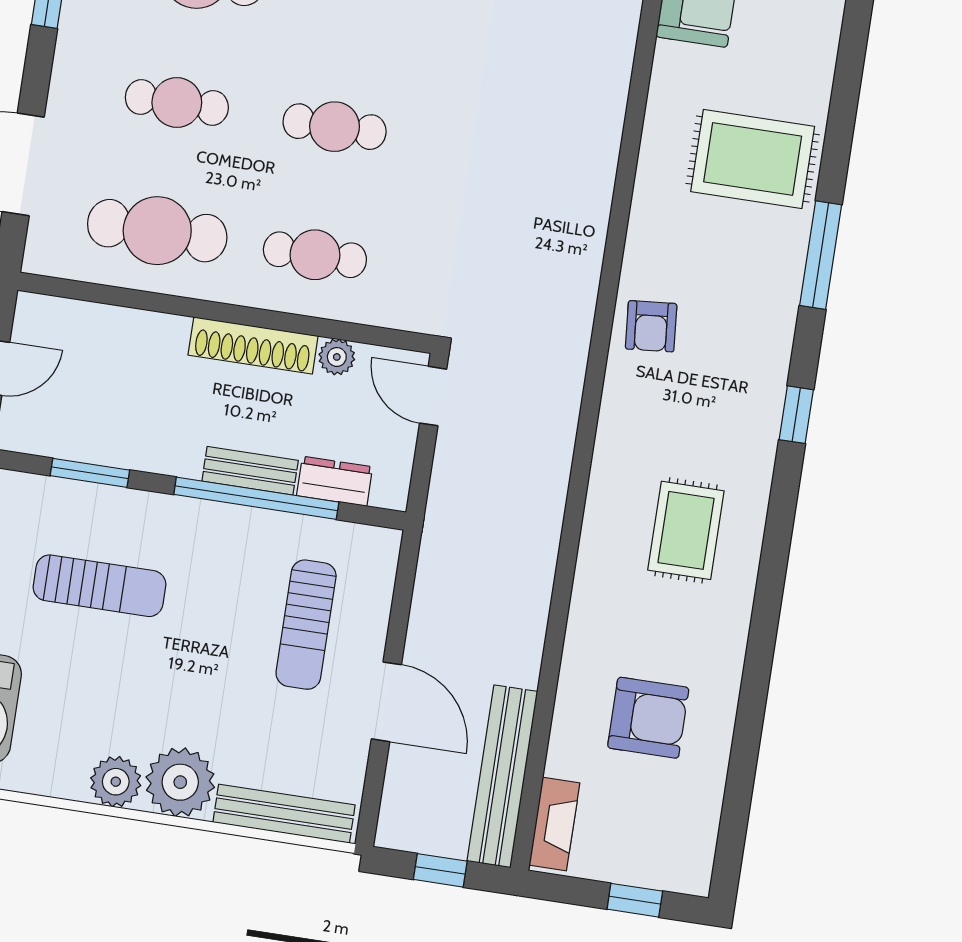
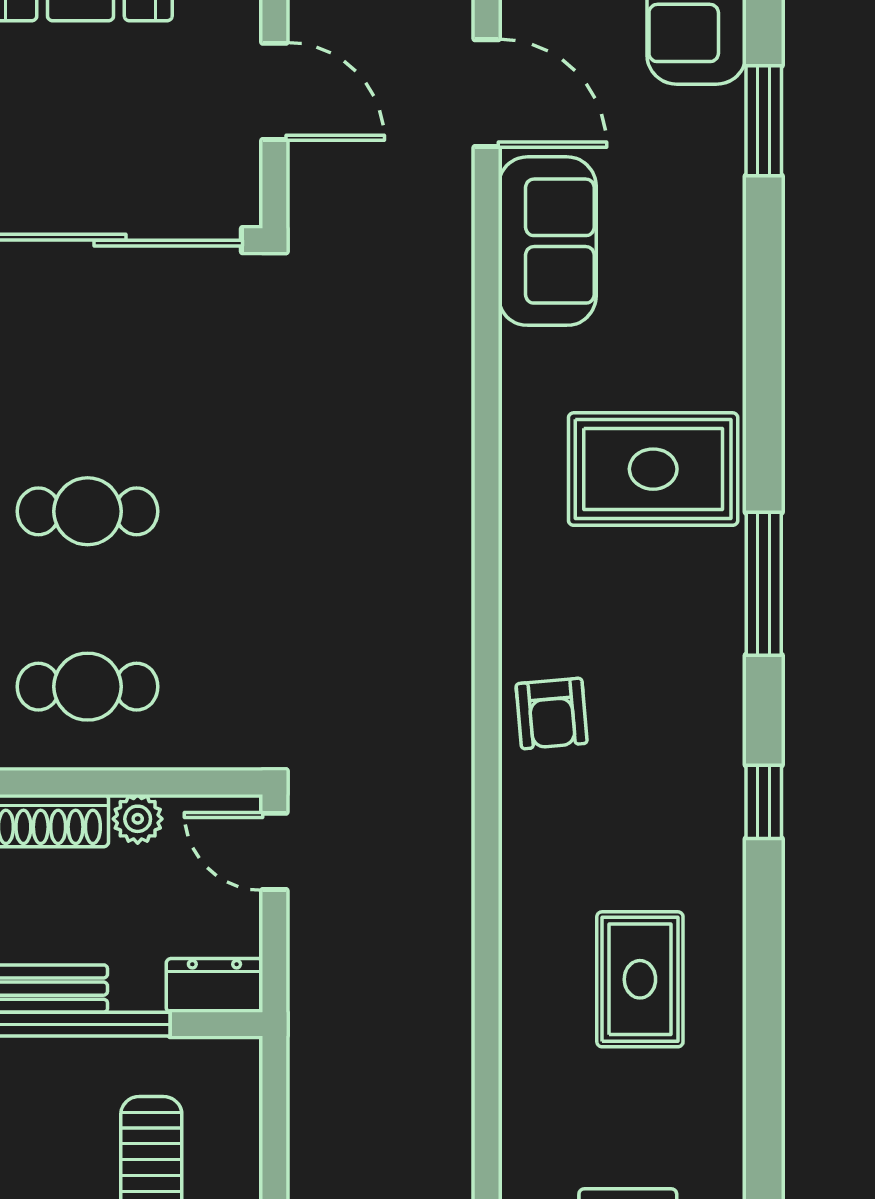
dresser: (335, 481) -> (214, 985), moved

